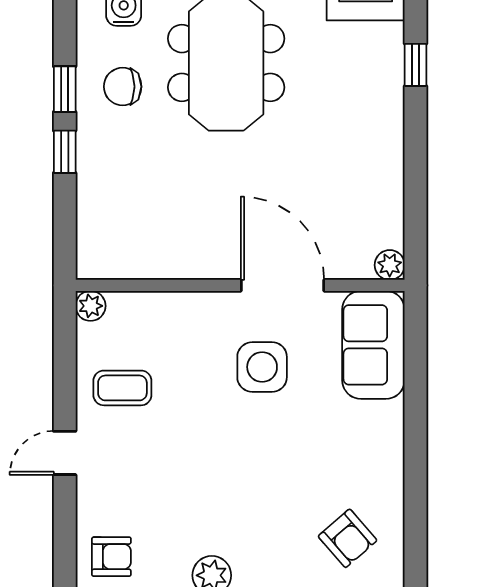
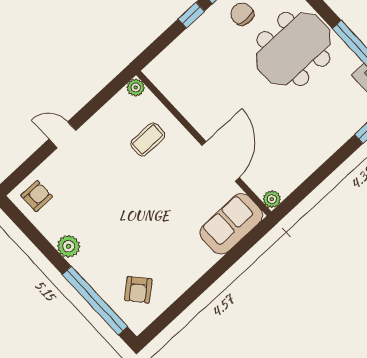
side table: (262, 367) -> (178, 185), removed
coffee table: (122, 388) -> (148, 139), moved, turned 90
armchair: (111, 557) -> (37, 196), turned -90

